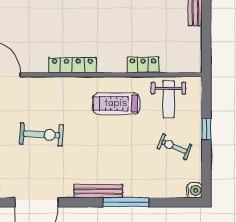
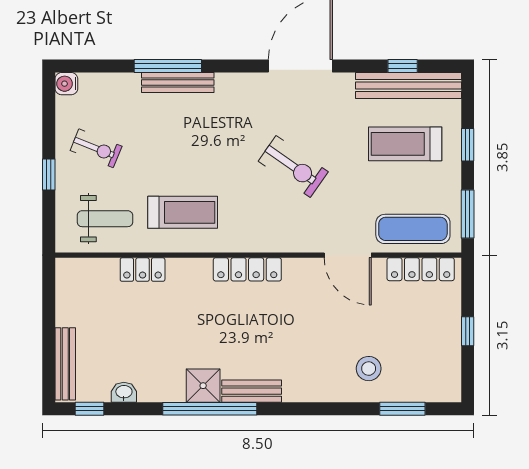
weight bench: (168, 99) -> (105, 219), turned 90
exercise bike: (41, 134) -> (293, 167), turned -148
bench: (98, 191) -> (178, 82), moved

